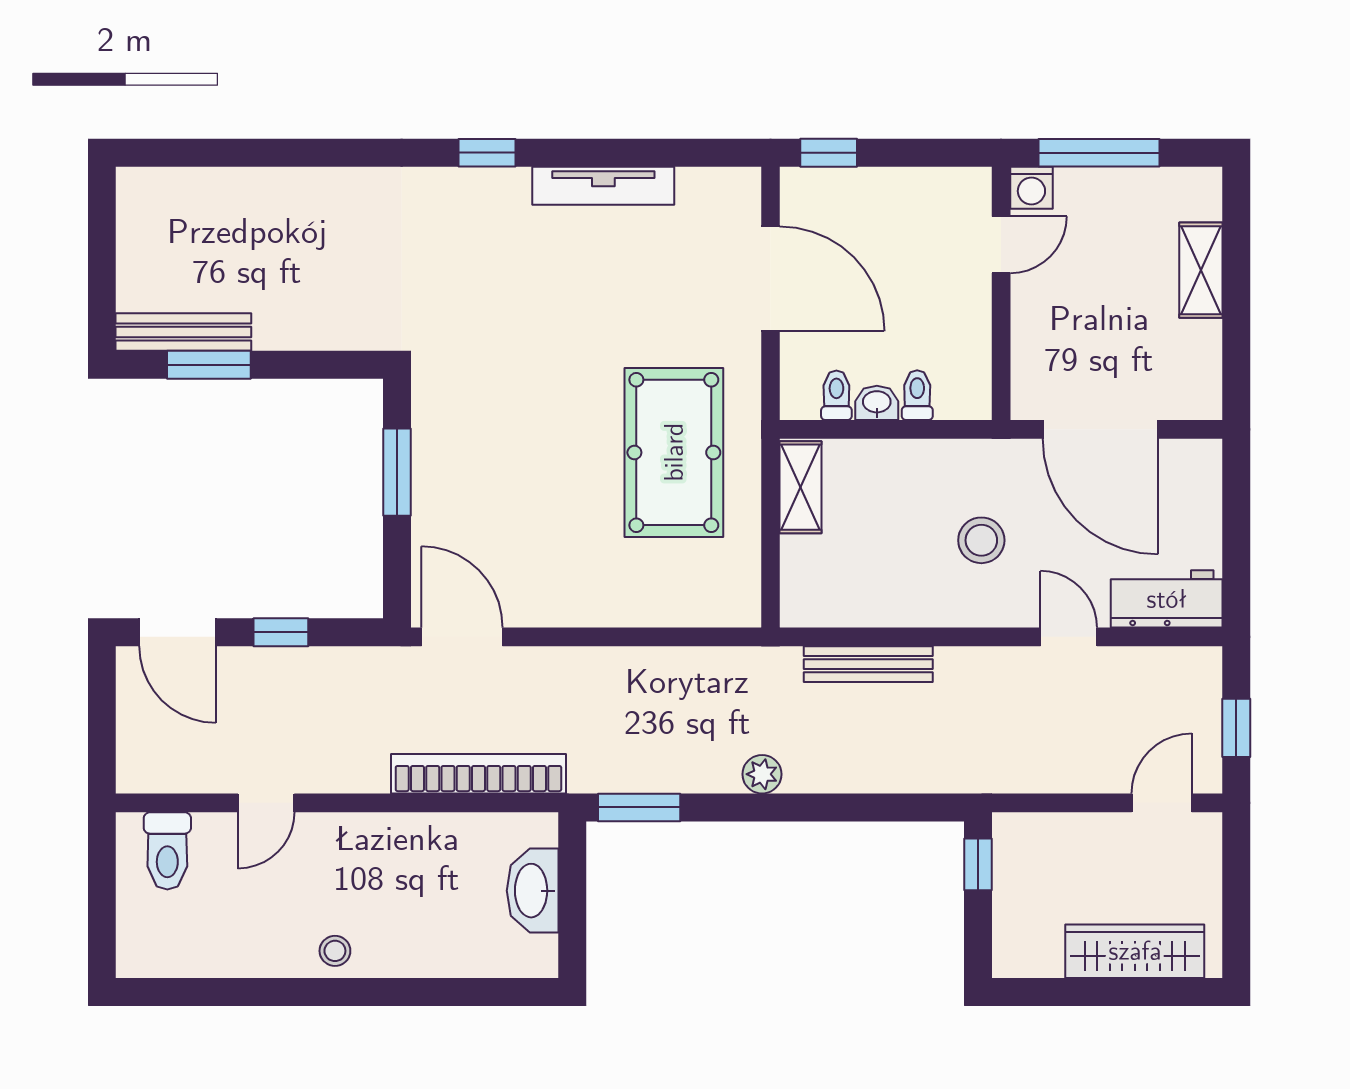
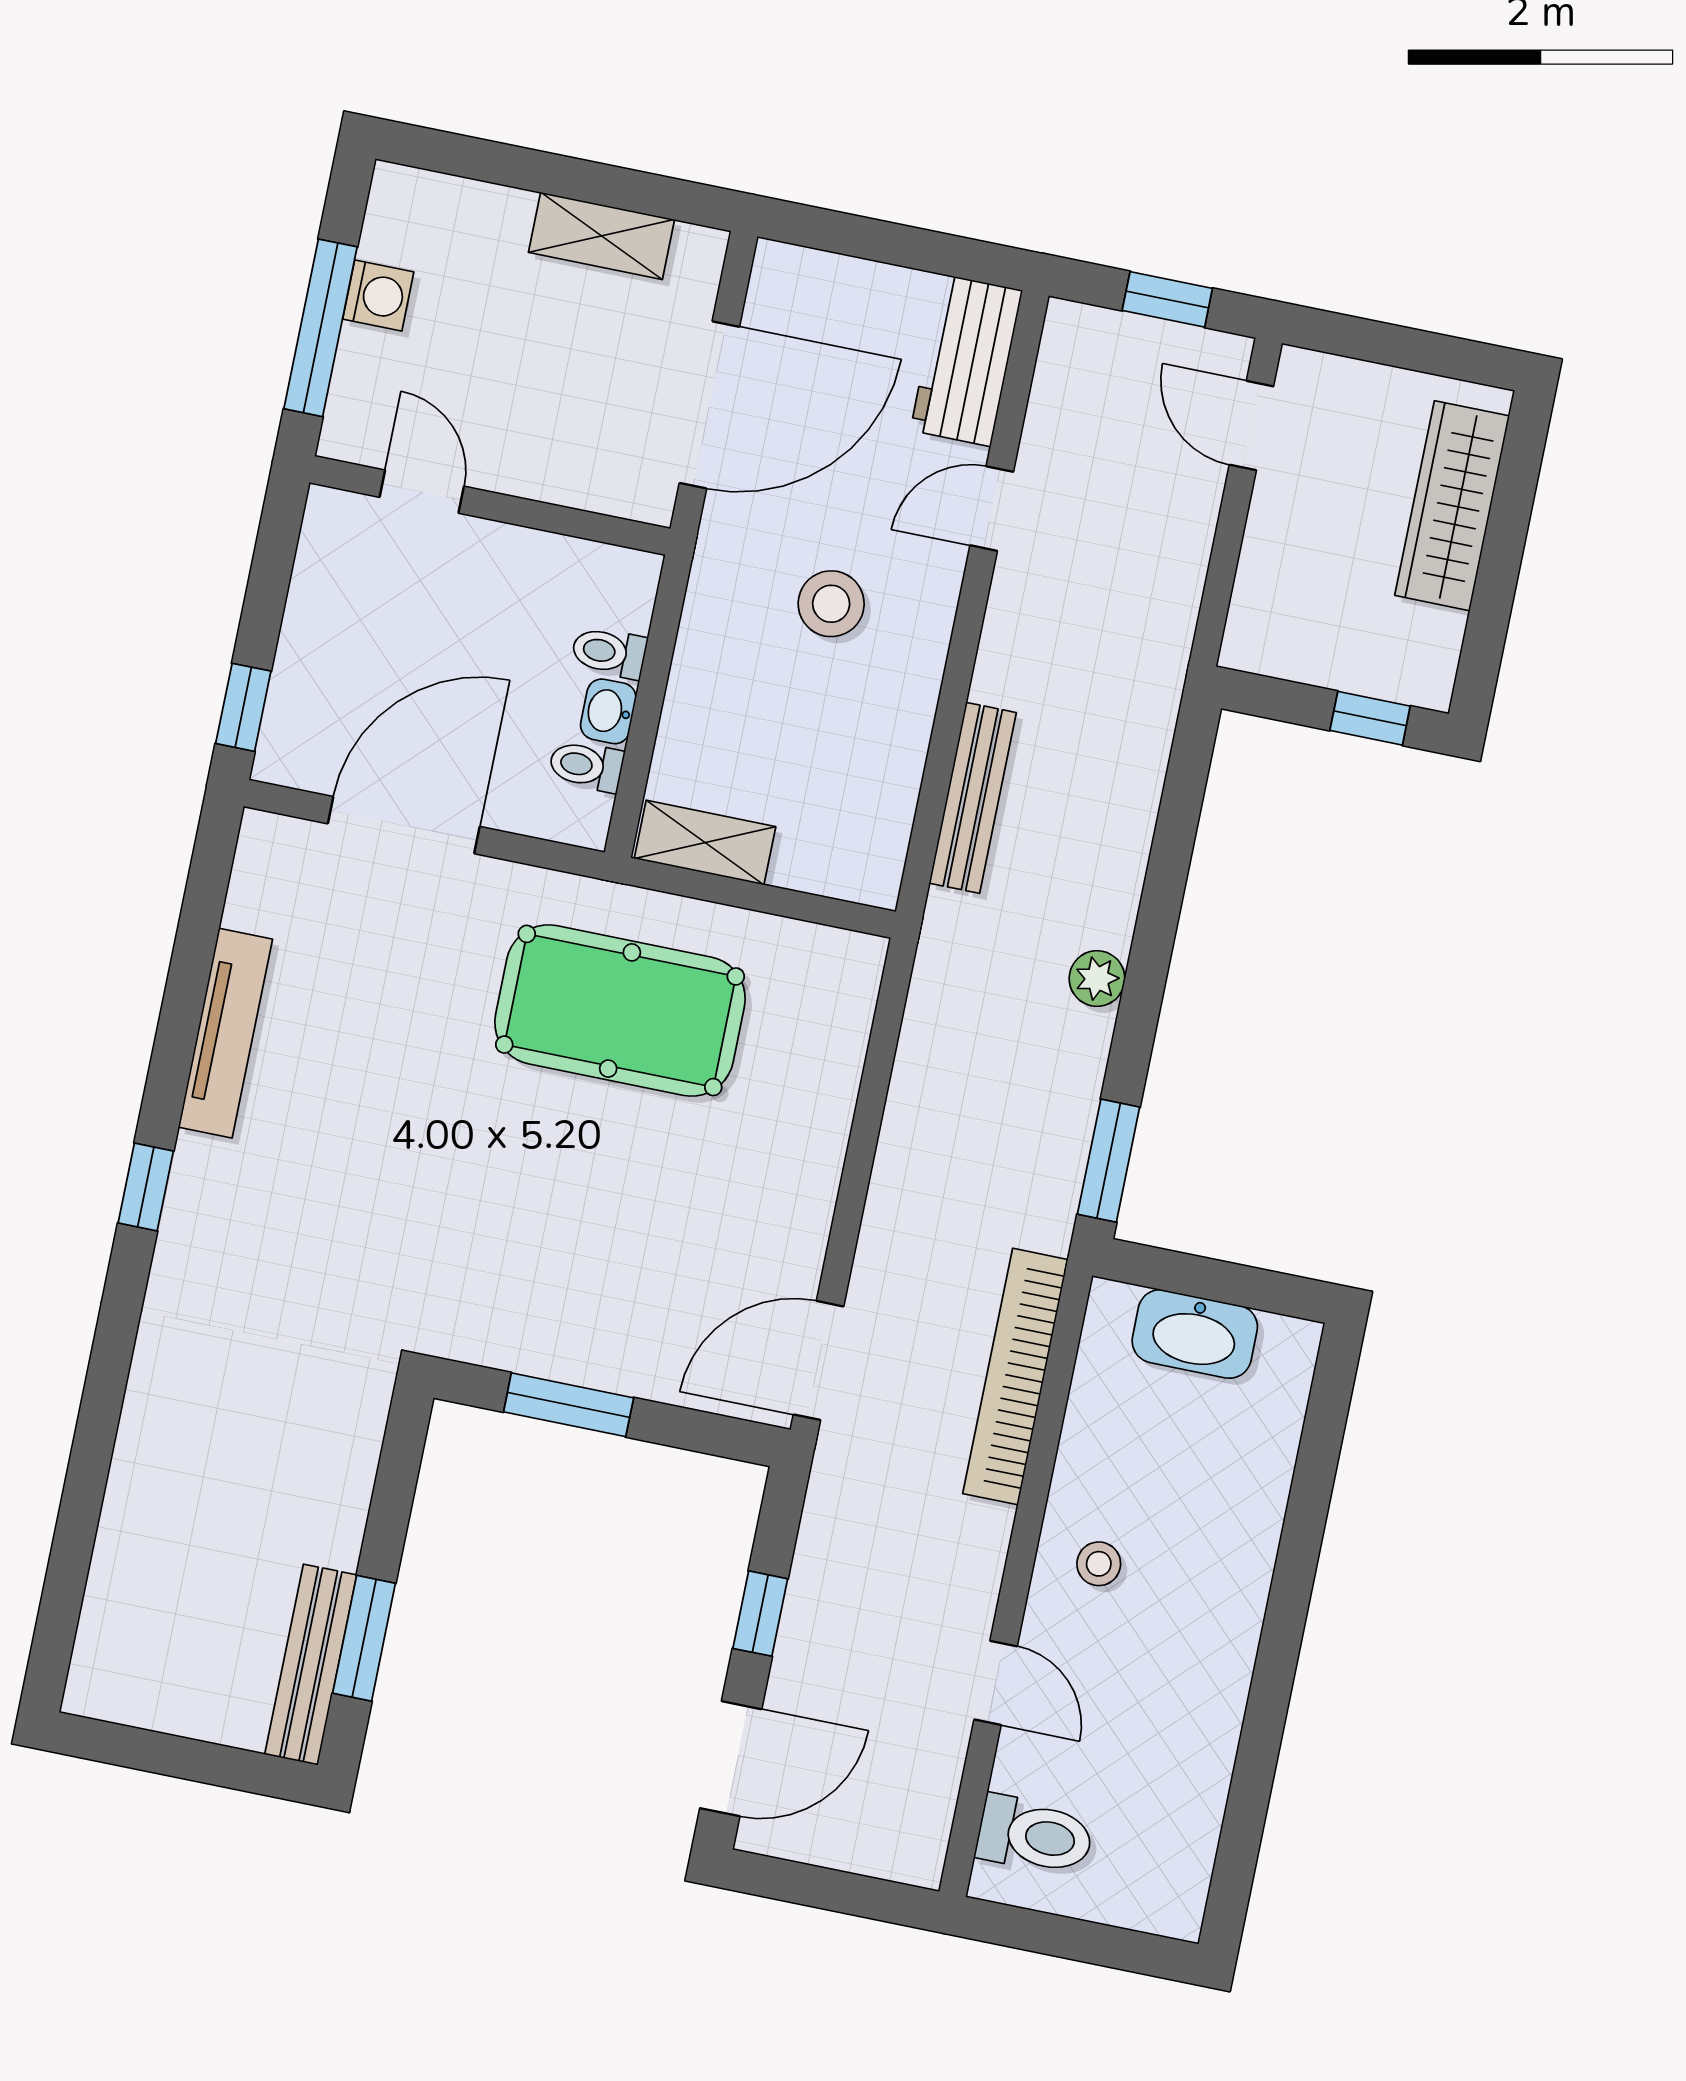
washing machine: (1031, 188) -> (378, 296), moved
shelving: (1201, 270) -> (601, 236), moved
window: (978, 864) -> (1370, 718), moved
stool: (335, 951) -> (1099, 1564), moved

